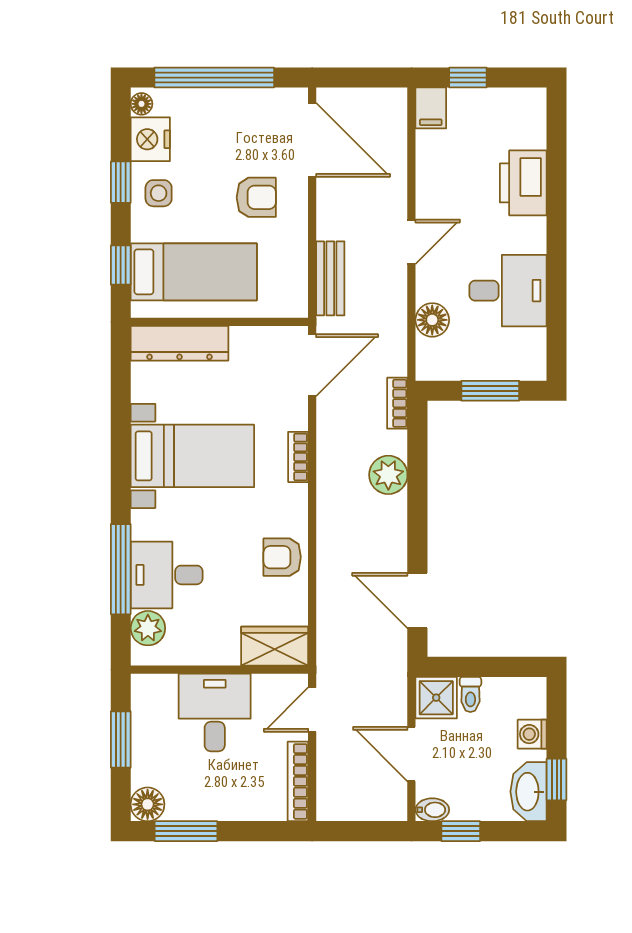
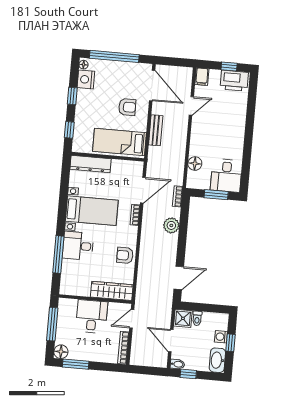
window: (468, 78) -> (229, 66), moved
printer: (523, 183) -> (234, 81), moved, turned -90
side table: (159, 193) -> (87, 102), removed
door: (411, 242) -> (191, 106), moved
bed: (194, 272) -> (119, 142), moved, turned 180
bench: (330, 278) -> (156, 130), moved
desk: (508, 291) -> (226, 175), moved, turned 90
door: (312, 365) -> (143, 190), moved
desk: (167, 575) -> (78, 246), moved
door: (417, 600) -> (179, 278), swing flipped
plant: (148, 628) -> (67, 280), removed
wardrobe: (275, 646) -> (112, 291), width x1.50
window: (121, 740) -> (52, 324), width x1.44
window: (557, 780) -> (230, 343), moved

